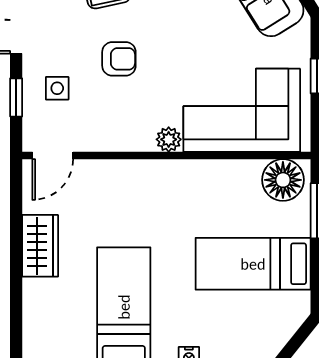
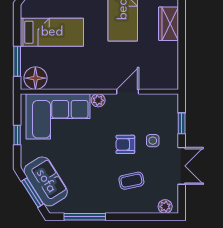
side table: (57, 88) -> (153, 141), moved
door: (53, 155) -> (128, 92), moved
wardrobe: (40, 246) -> (168, 24), moved

